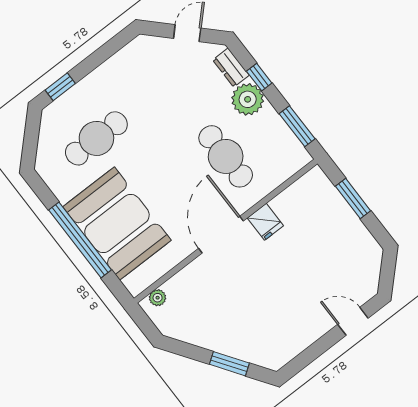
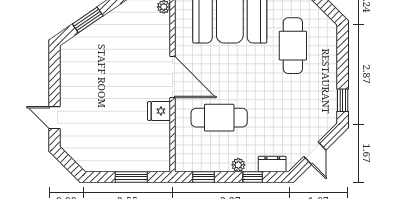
window: (60, 87) -> (343, 100), moved
plant: (248, 99) -> (238, 165), width x0.53, depth x0.53
window: (297, 126) -> (204, 177), width x0.67
door: (353, 321) -> (55, 118), swing flipped

